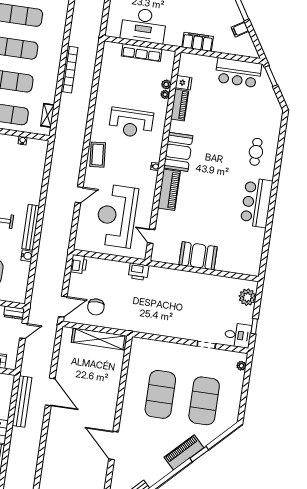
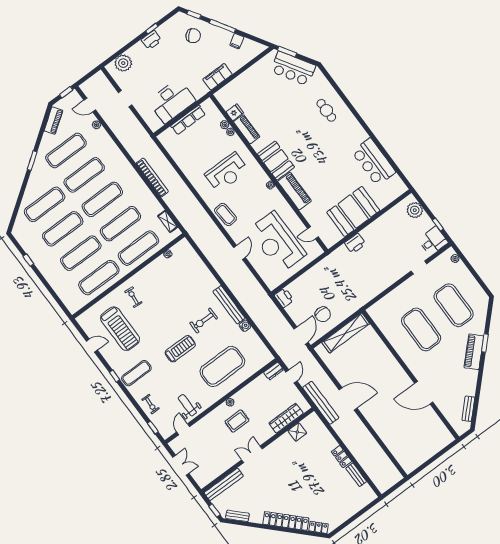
bar counter: (238, 73) -> (293, 68), moved, turned 58
bar counter: (257, 203) -> (374, 162), moved
booth: (198, 256) -> (353, 211), width x1.36, depth x1.42
printer: (139, 272) -> (355, 243), moved
bench: (22, 401) -> (321, 403), moved

